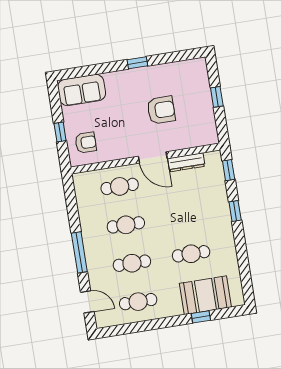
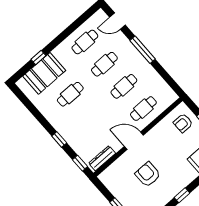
armchair: (161, 110) -> (148, 174), turned 90
dresser: (186, 162) -> (102, 158), moved

